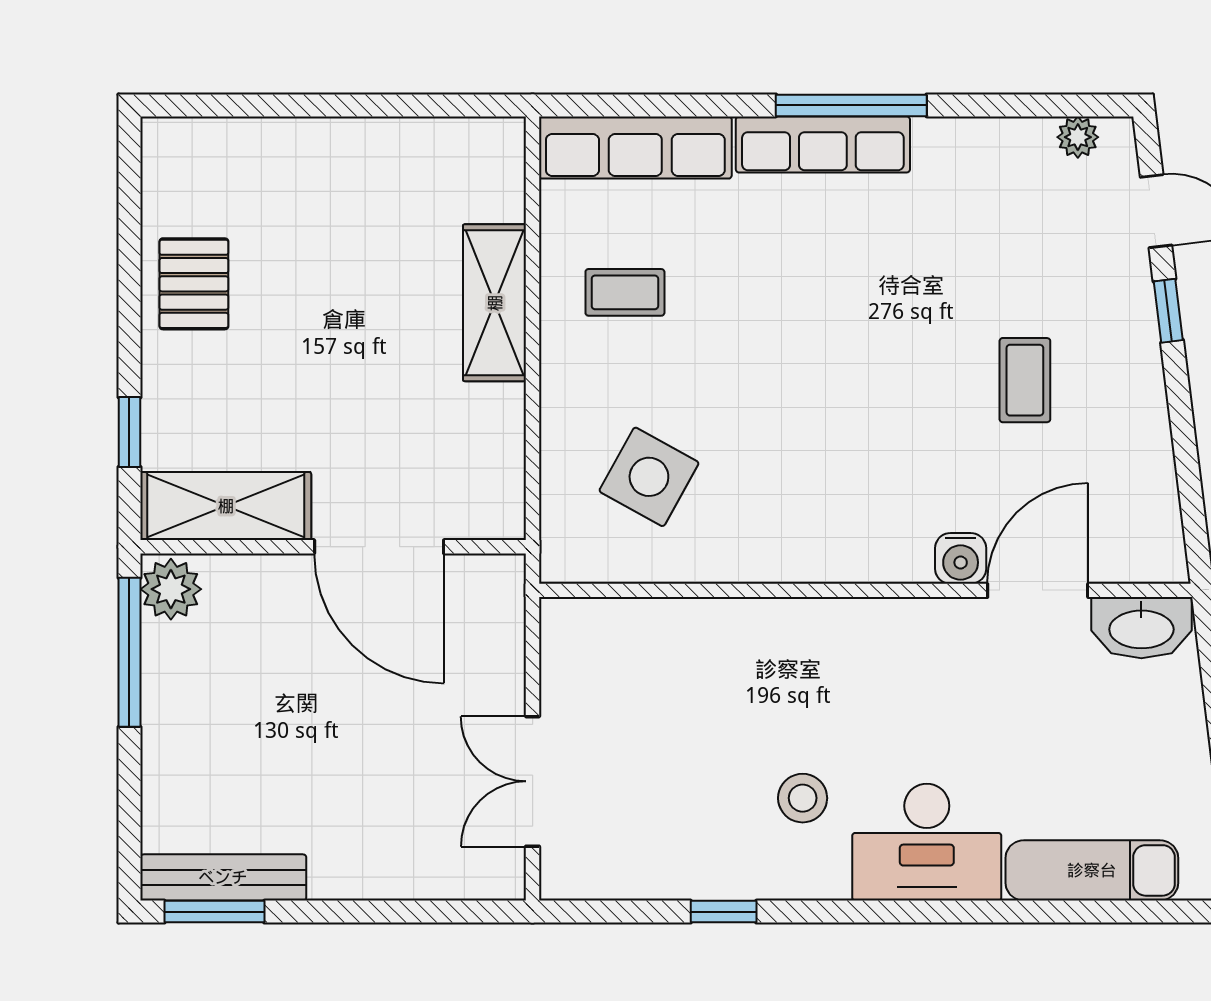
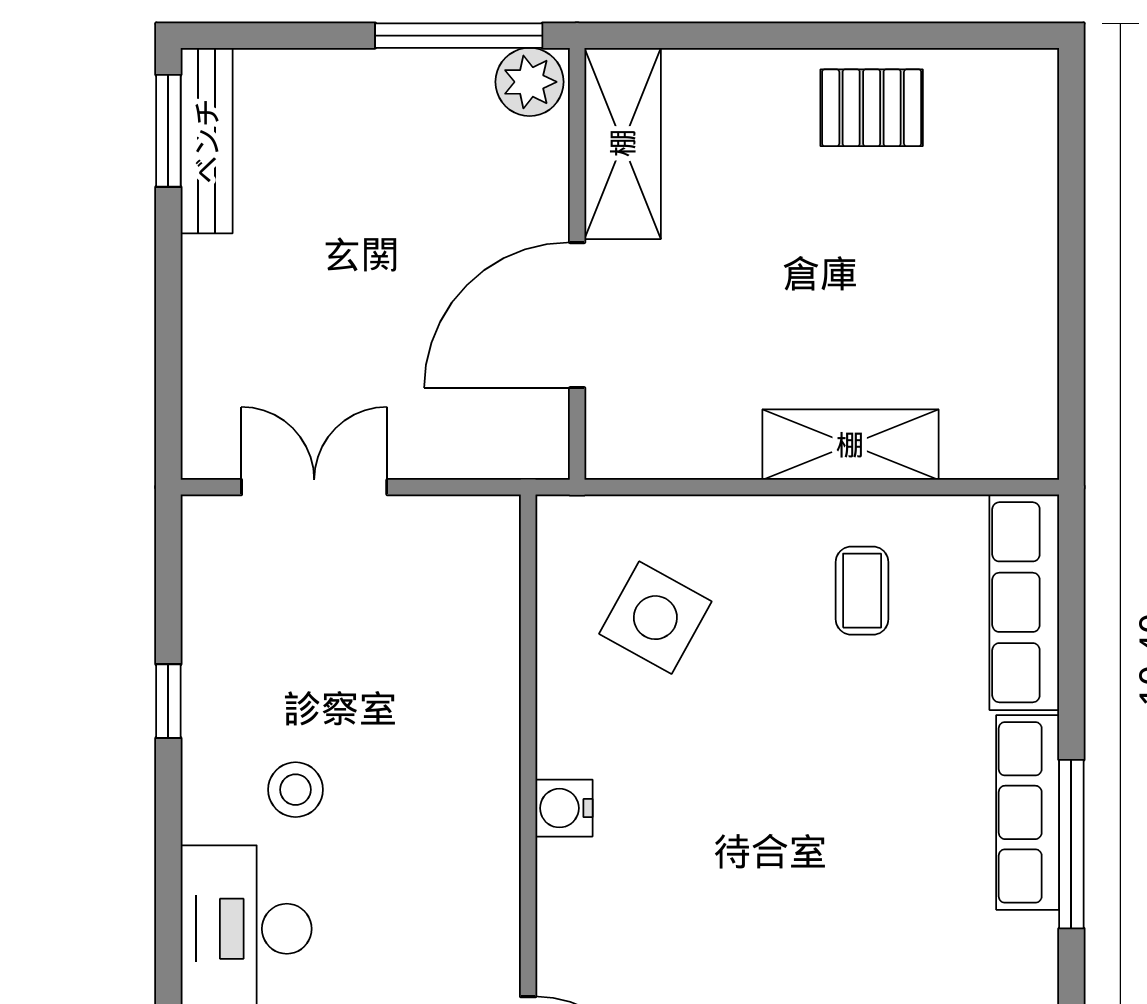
window: (129, 432) -> (706, 36), removed
water cooler: (961, 558) -> (564, 808), moved

